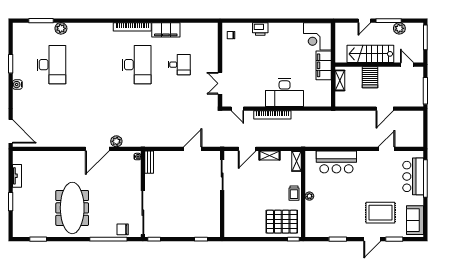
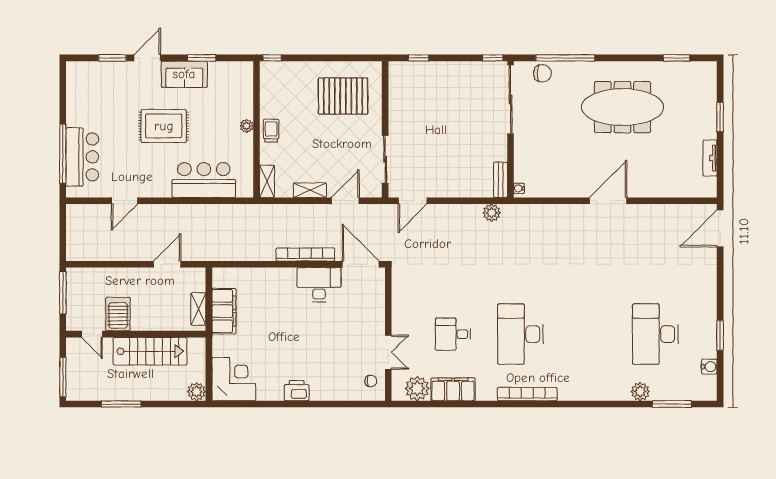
door: (364, 21) -> (160, 404), removed
plant: (399, 28) -> (196, 392), moved
printer: (260, 29) -> (297, 391), moved
filing cabinet: (166, 30) -> (453, 389), moved
plant: (202, 30) -> (417, 388), added
filing cabinet: (324, 65) -> (224, 311), moved
server rack: (370, 77) -> (118, 314), moved
double door: (220, 83) -> (388, 352), moved
water cooler: (17, 85) -> (709, 367), moved
desk: (285, 93) -> (319, 285), moved, width x0.73, depth x0.77
door: (237, 109) -> (361, 264), width x1.88
door: (385, 109) -> (167, 264), moved
door: (11, 131) -> (720, 228), hinge flipped
plant: (116, 141) -> (492, 213), moved
door: (97, 149) -> (608, 201), moved
door: (193, 149) -> (412, 201), moved
meeting table: (72, 208) -> (622, 107), turned 90
rug: (380, 213) -> (164, 126), moved
sofa: (415, 220) -> (184, 74), moved, turned 90
pallet: (282, 222) -> (343, 96), moved

